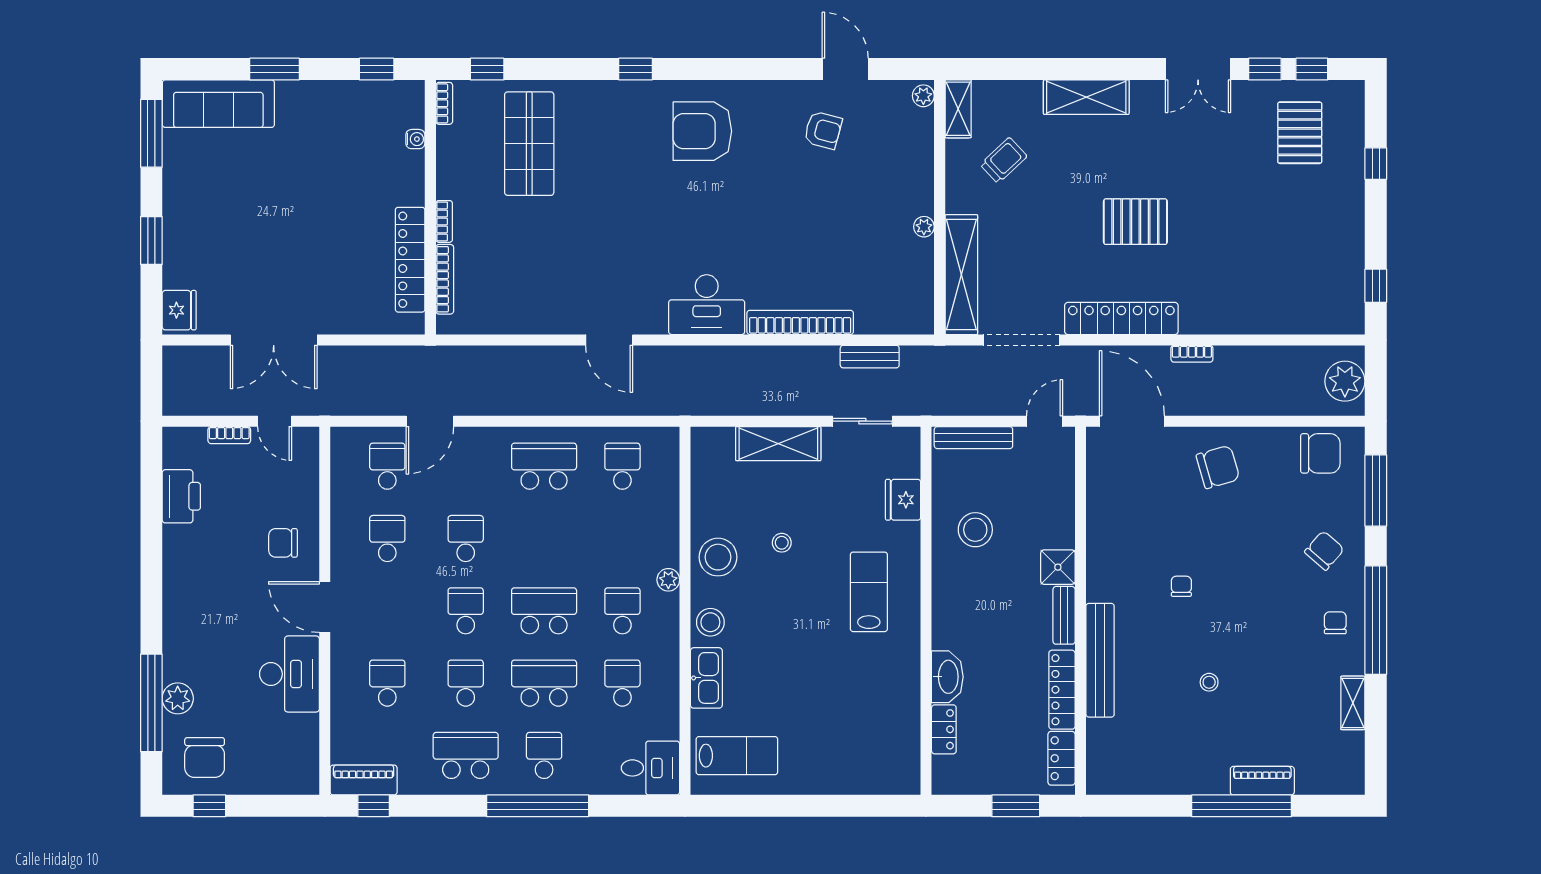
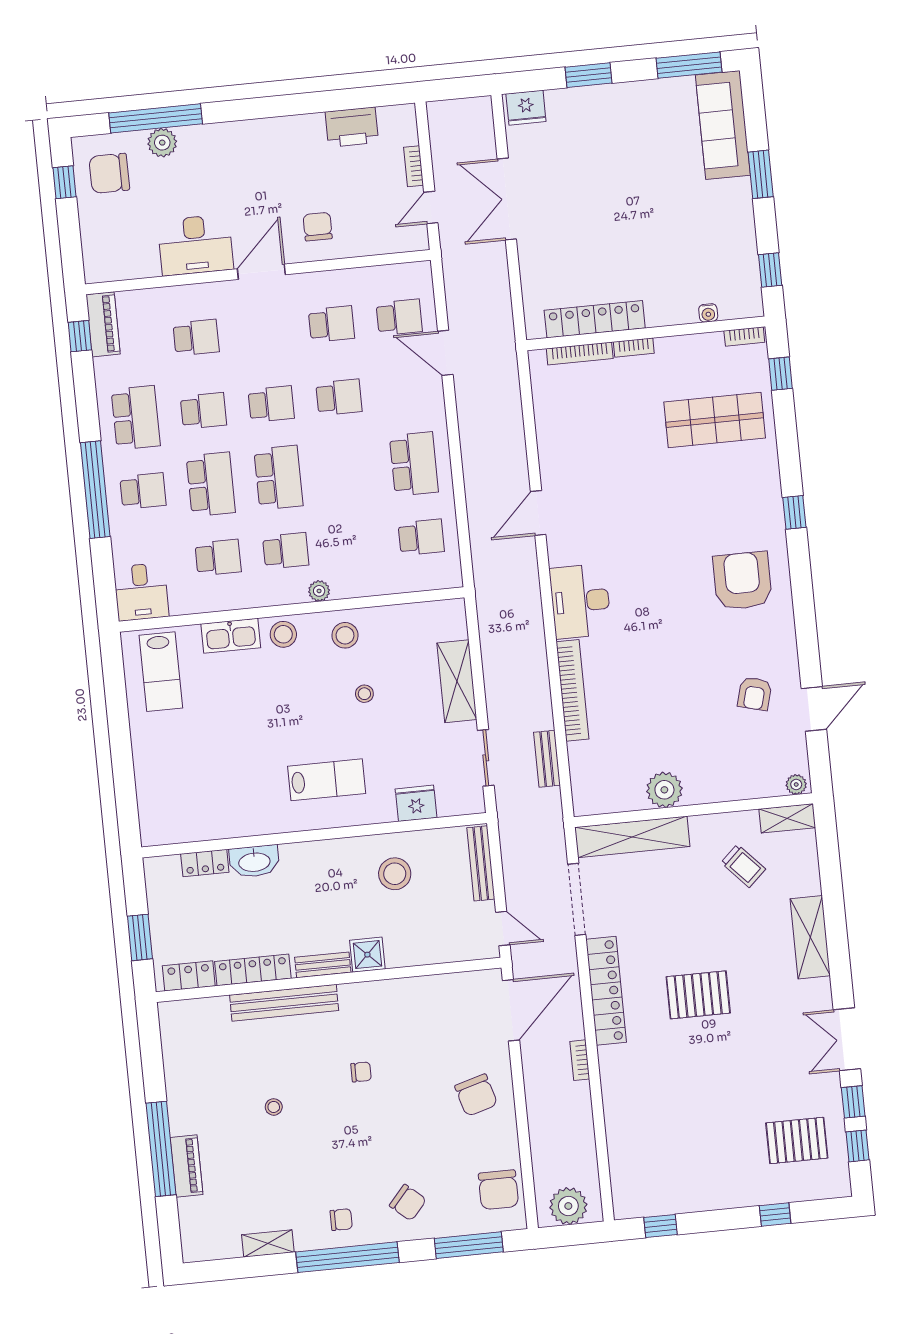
pallet: (1135, 222) -> (698, 995), turned 90
plant: (924, 227) -> (664, 790), width x1.88, depth x1.88
stool: (718, 557) -> (345, 635), width x0.73, depth x0.73

